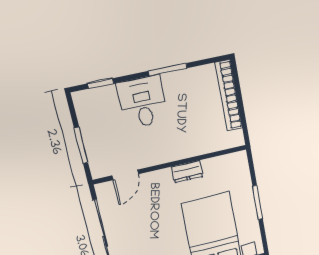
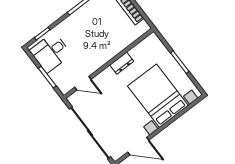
desk: (143, 102) -> (51, 52), moved, turned -90
door: (125, 175) -> (83, 83), hinge flipped

